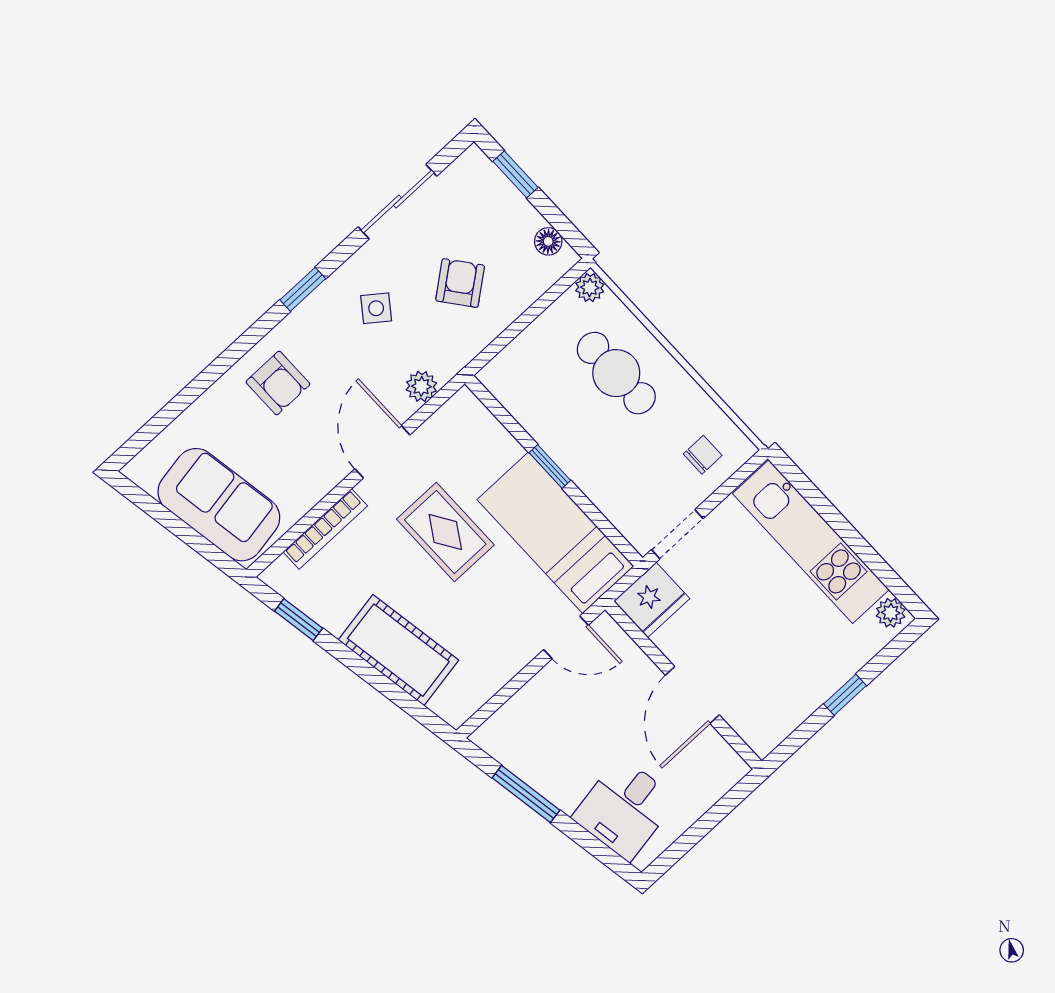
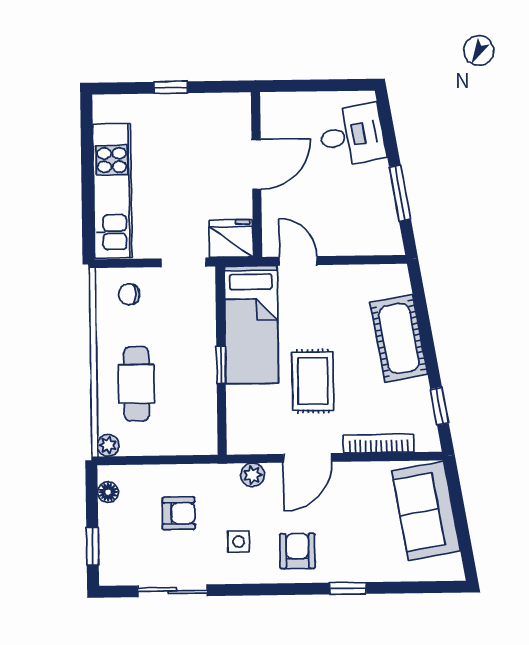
armchair: (460, 283) -> (179, 513), turned -142
window: (303, 289) -> (348, 588), moved
side table: (376, 308) -> (239, 542), turned -37
armchair: (278, 383) -> (297, 551), moved
plant: (891, 613) -> (104, 110), removed

